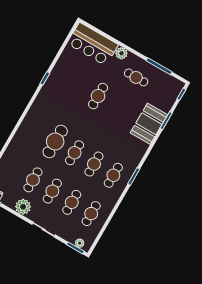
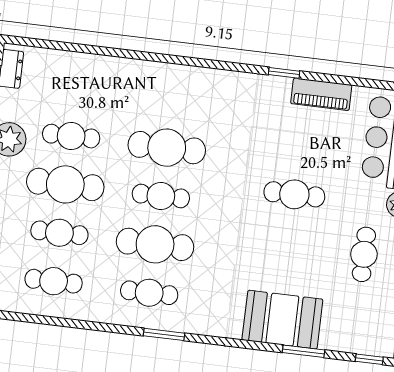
piano: (61, 66) -> (321, 94), added
cafe table: (94, 164) -> (155, 244), width x1.37, depth x1.35
cafe table: (52, 191) -> (65, 184), width x1.37, depth x1.35

